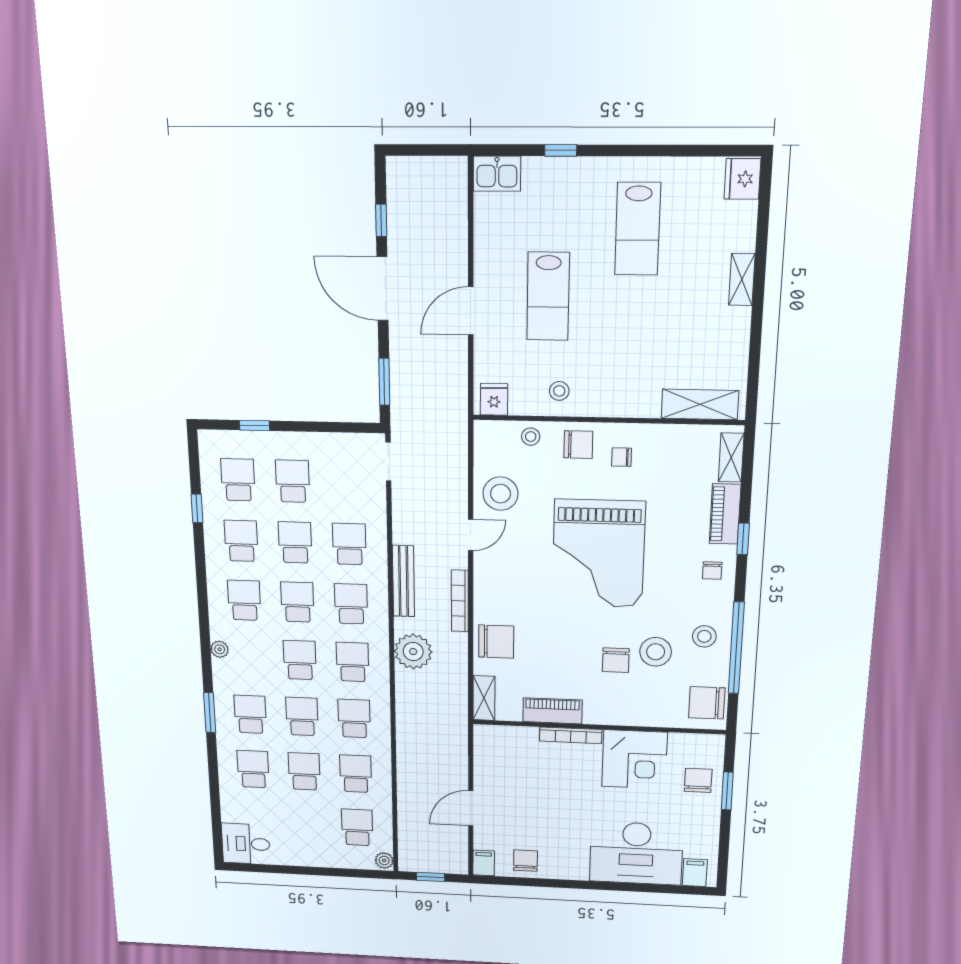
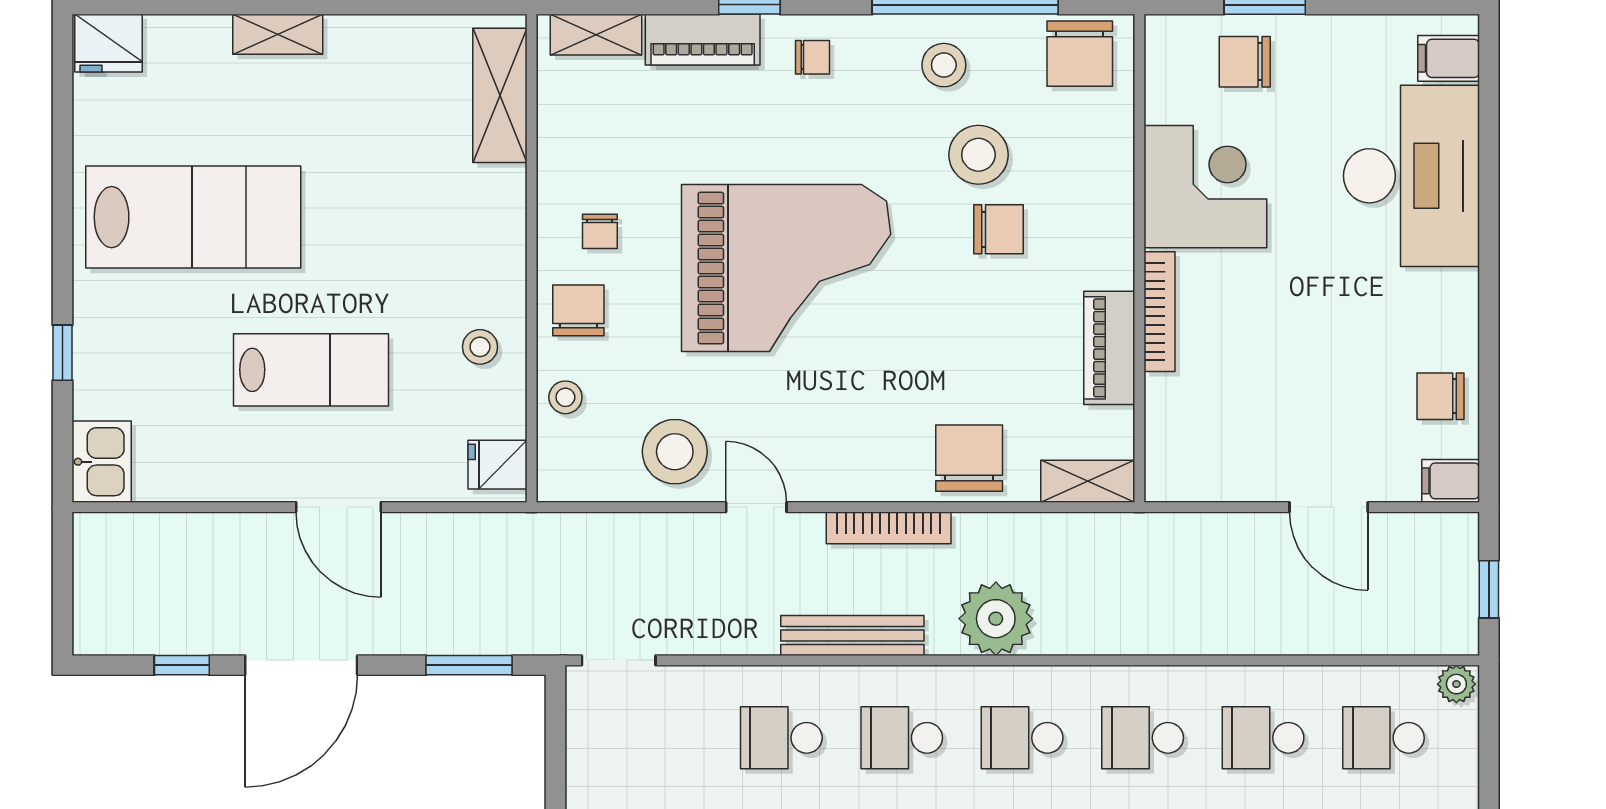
lab bench: (638, 229) -> (193, 217), width x1.36, depth x1.39

